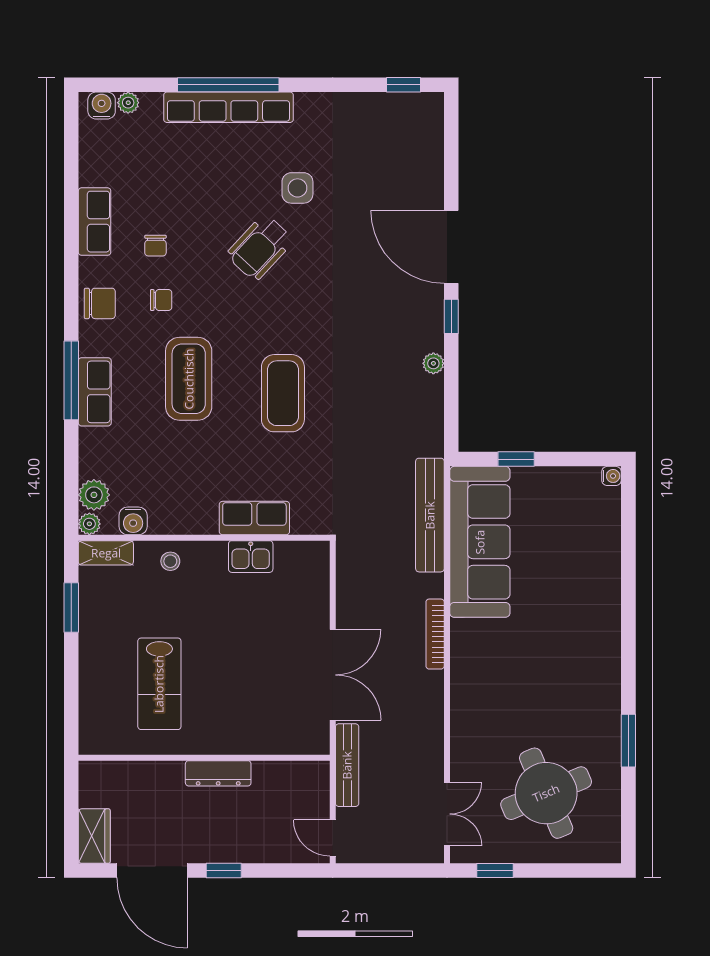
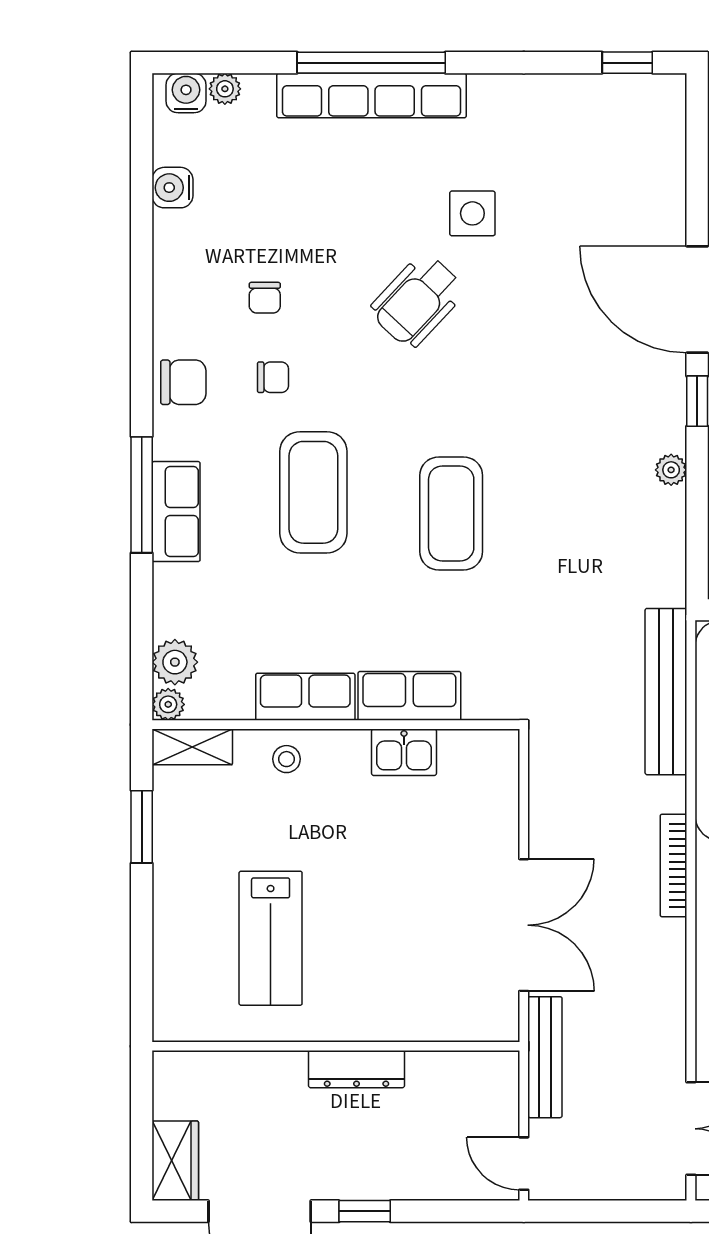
row of seats: (95, 222) -> (305, 697), moved, turned -90
water cooler: (133, 521) -> (172, 188), moved, turned 90

